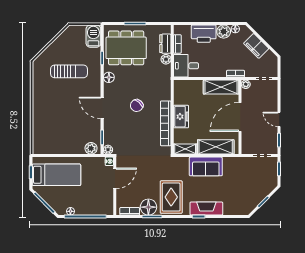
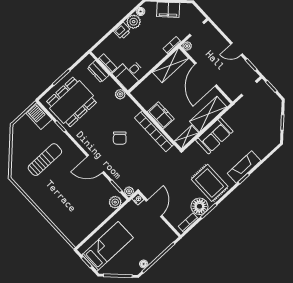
printer: (204, 34) -> (122, 31), width x0.53, depth x0.68
plant: (166, 59) -> (120, 94), moved
floor lamp: (109, 77) -> (79, 136), removed

